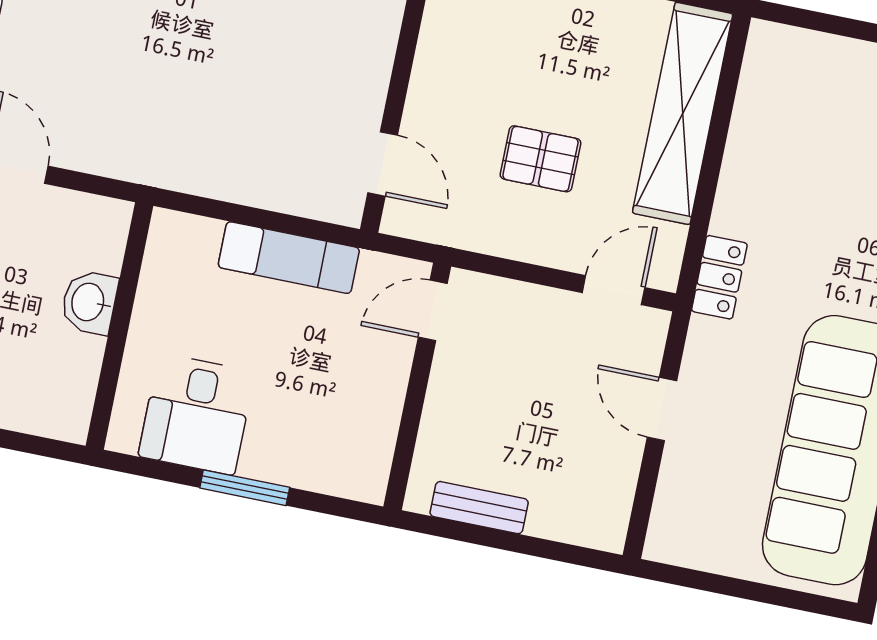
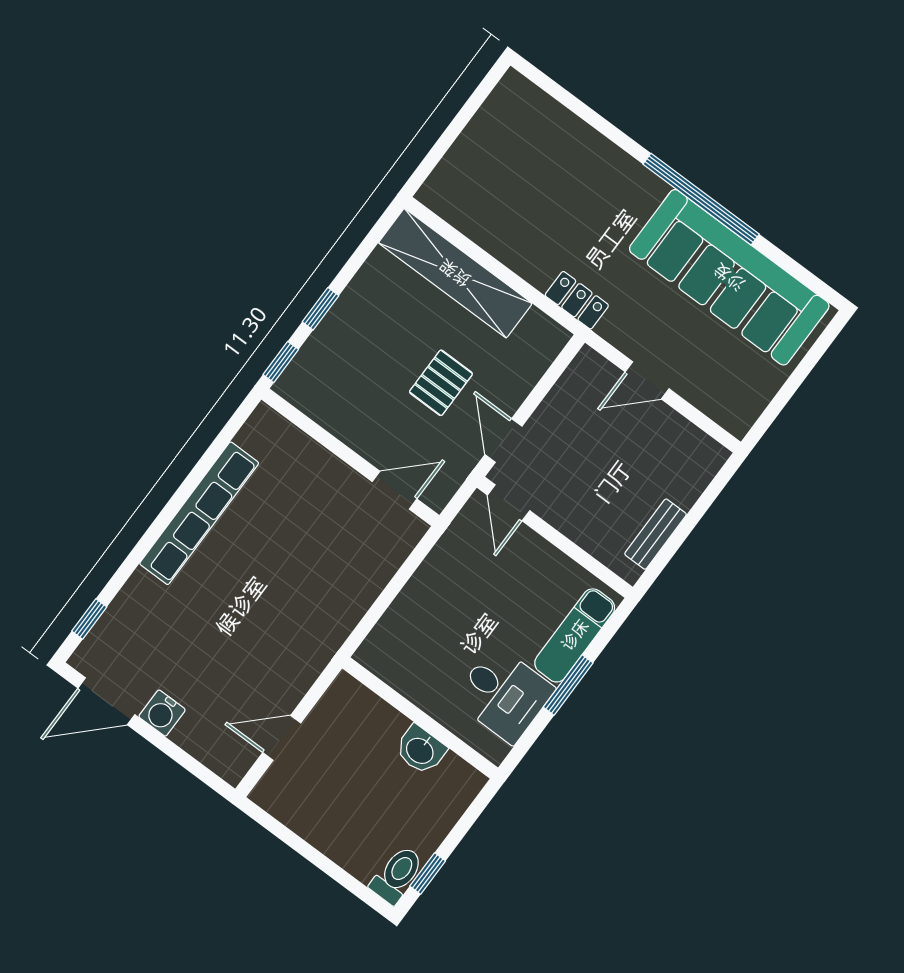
exam couch: (289, 258) -> (575, 635), moved, turned 180
door: (614, 290) -> (503, 440), moved
washbasin: (89, 302) -> (420, 750), moved

